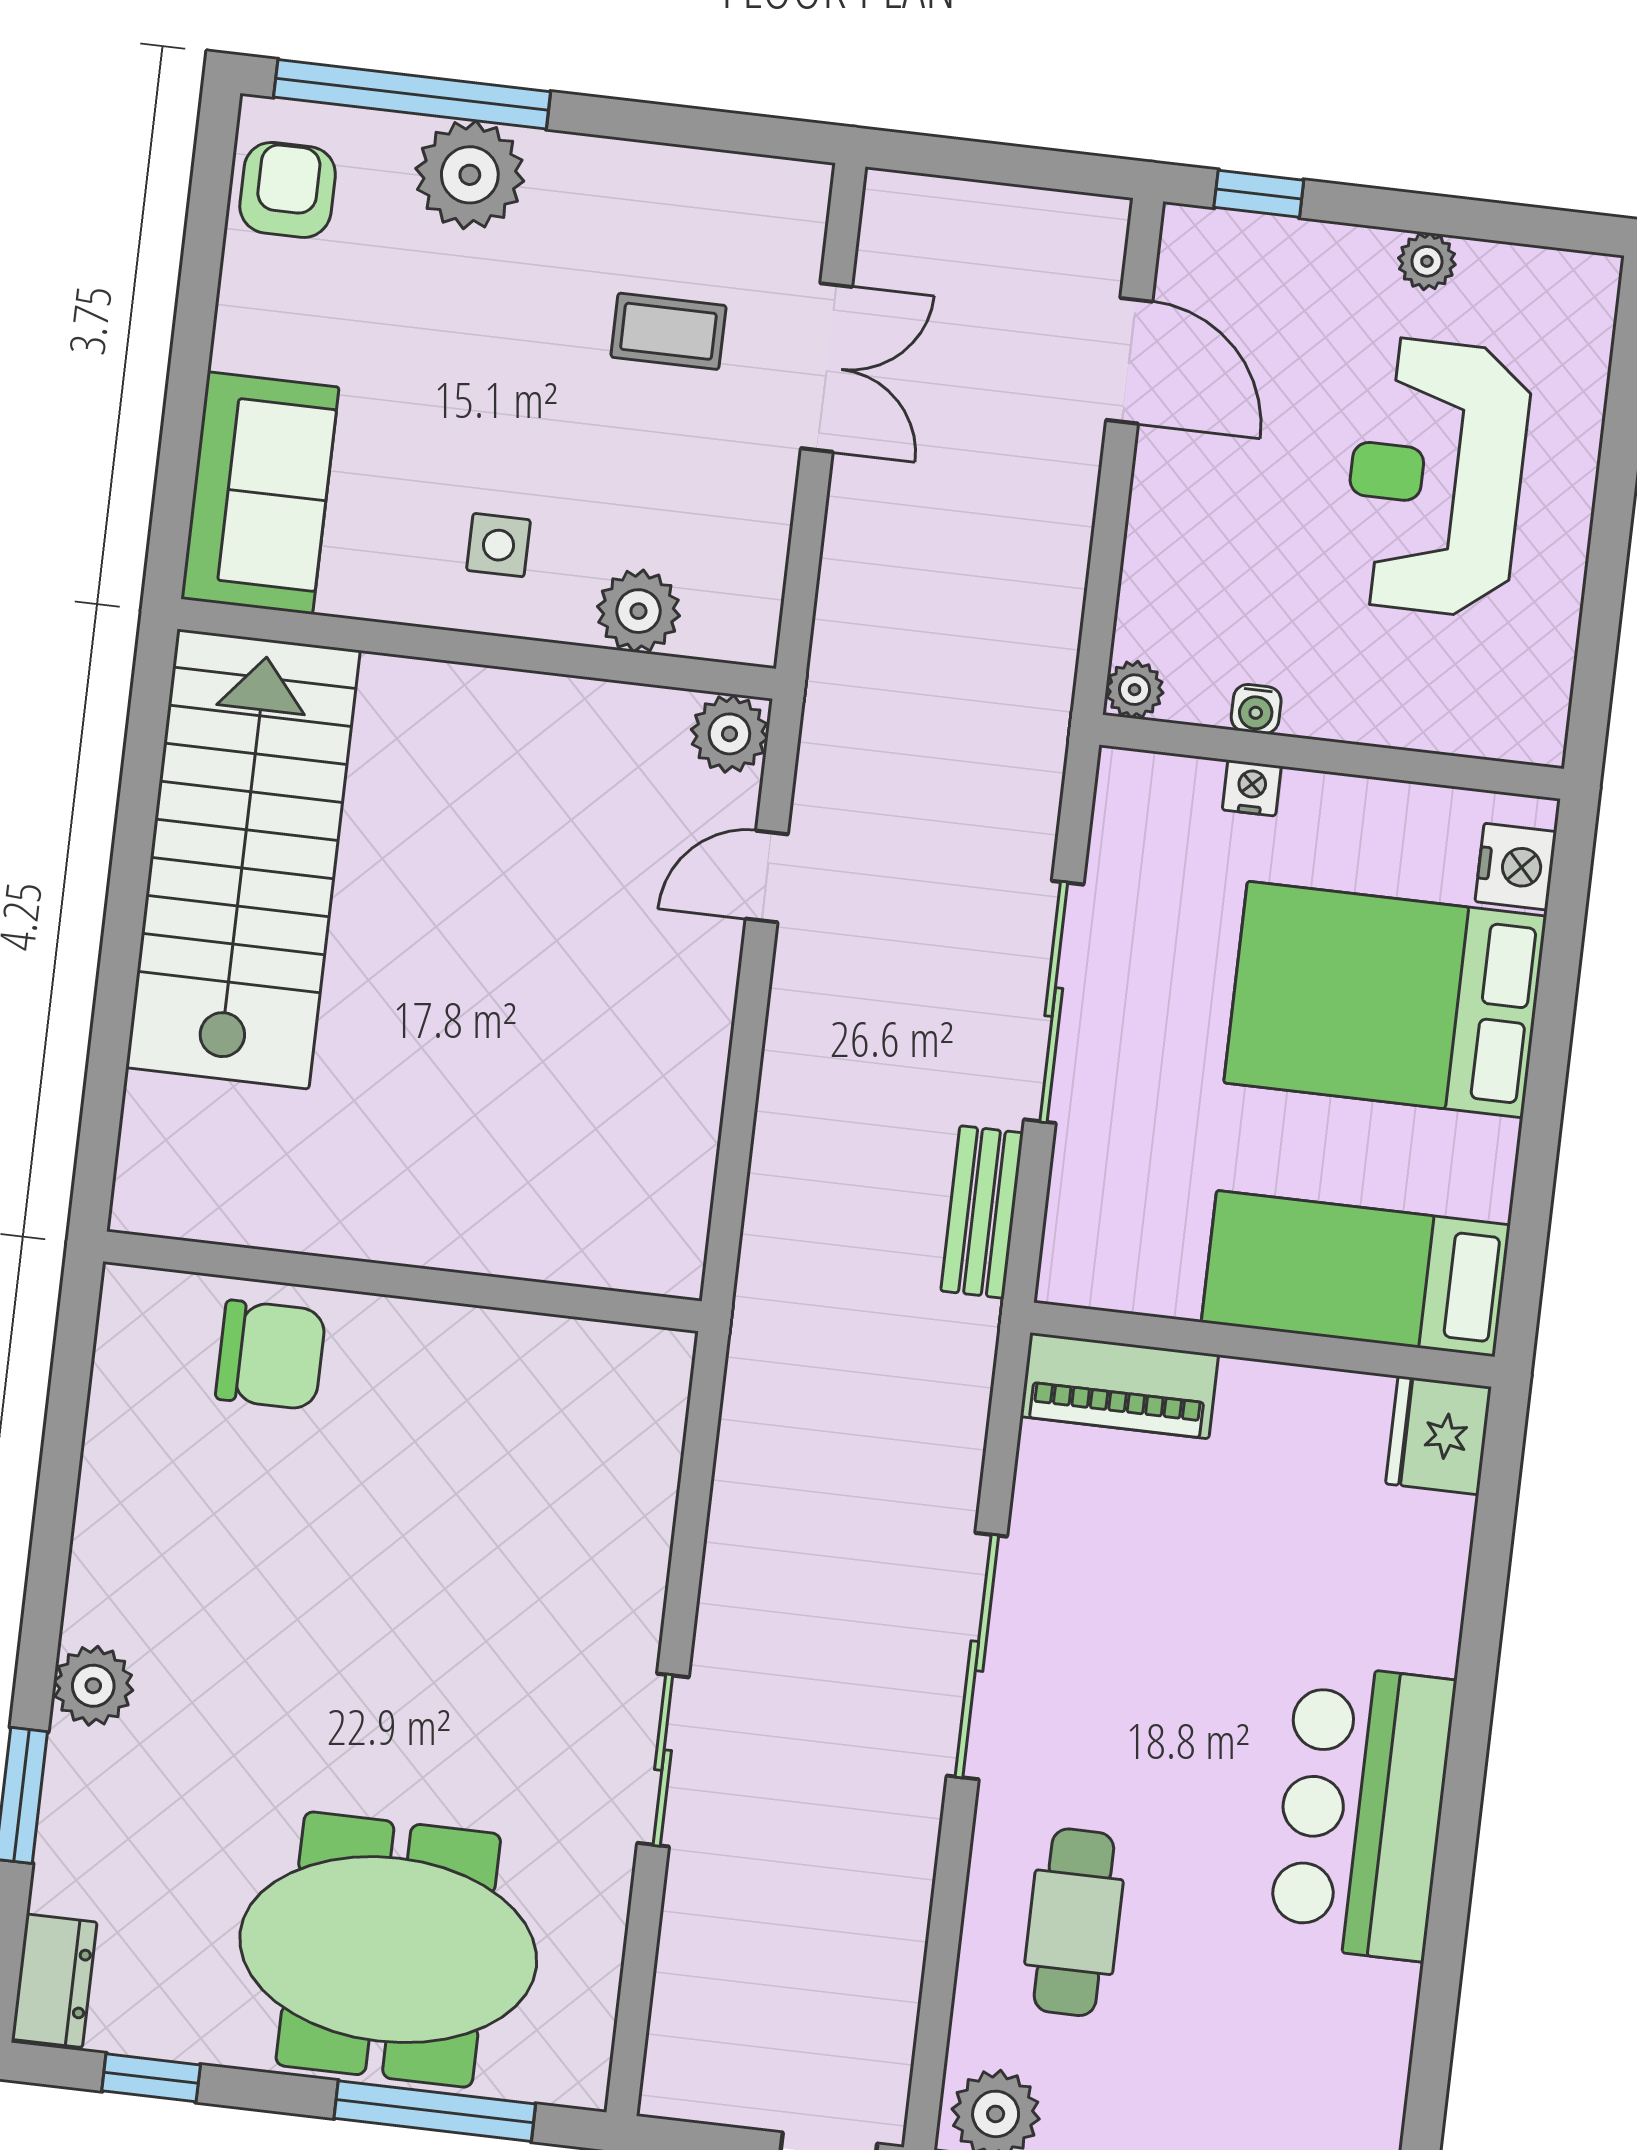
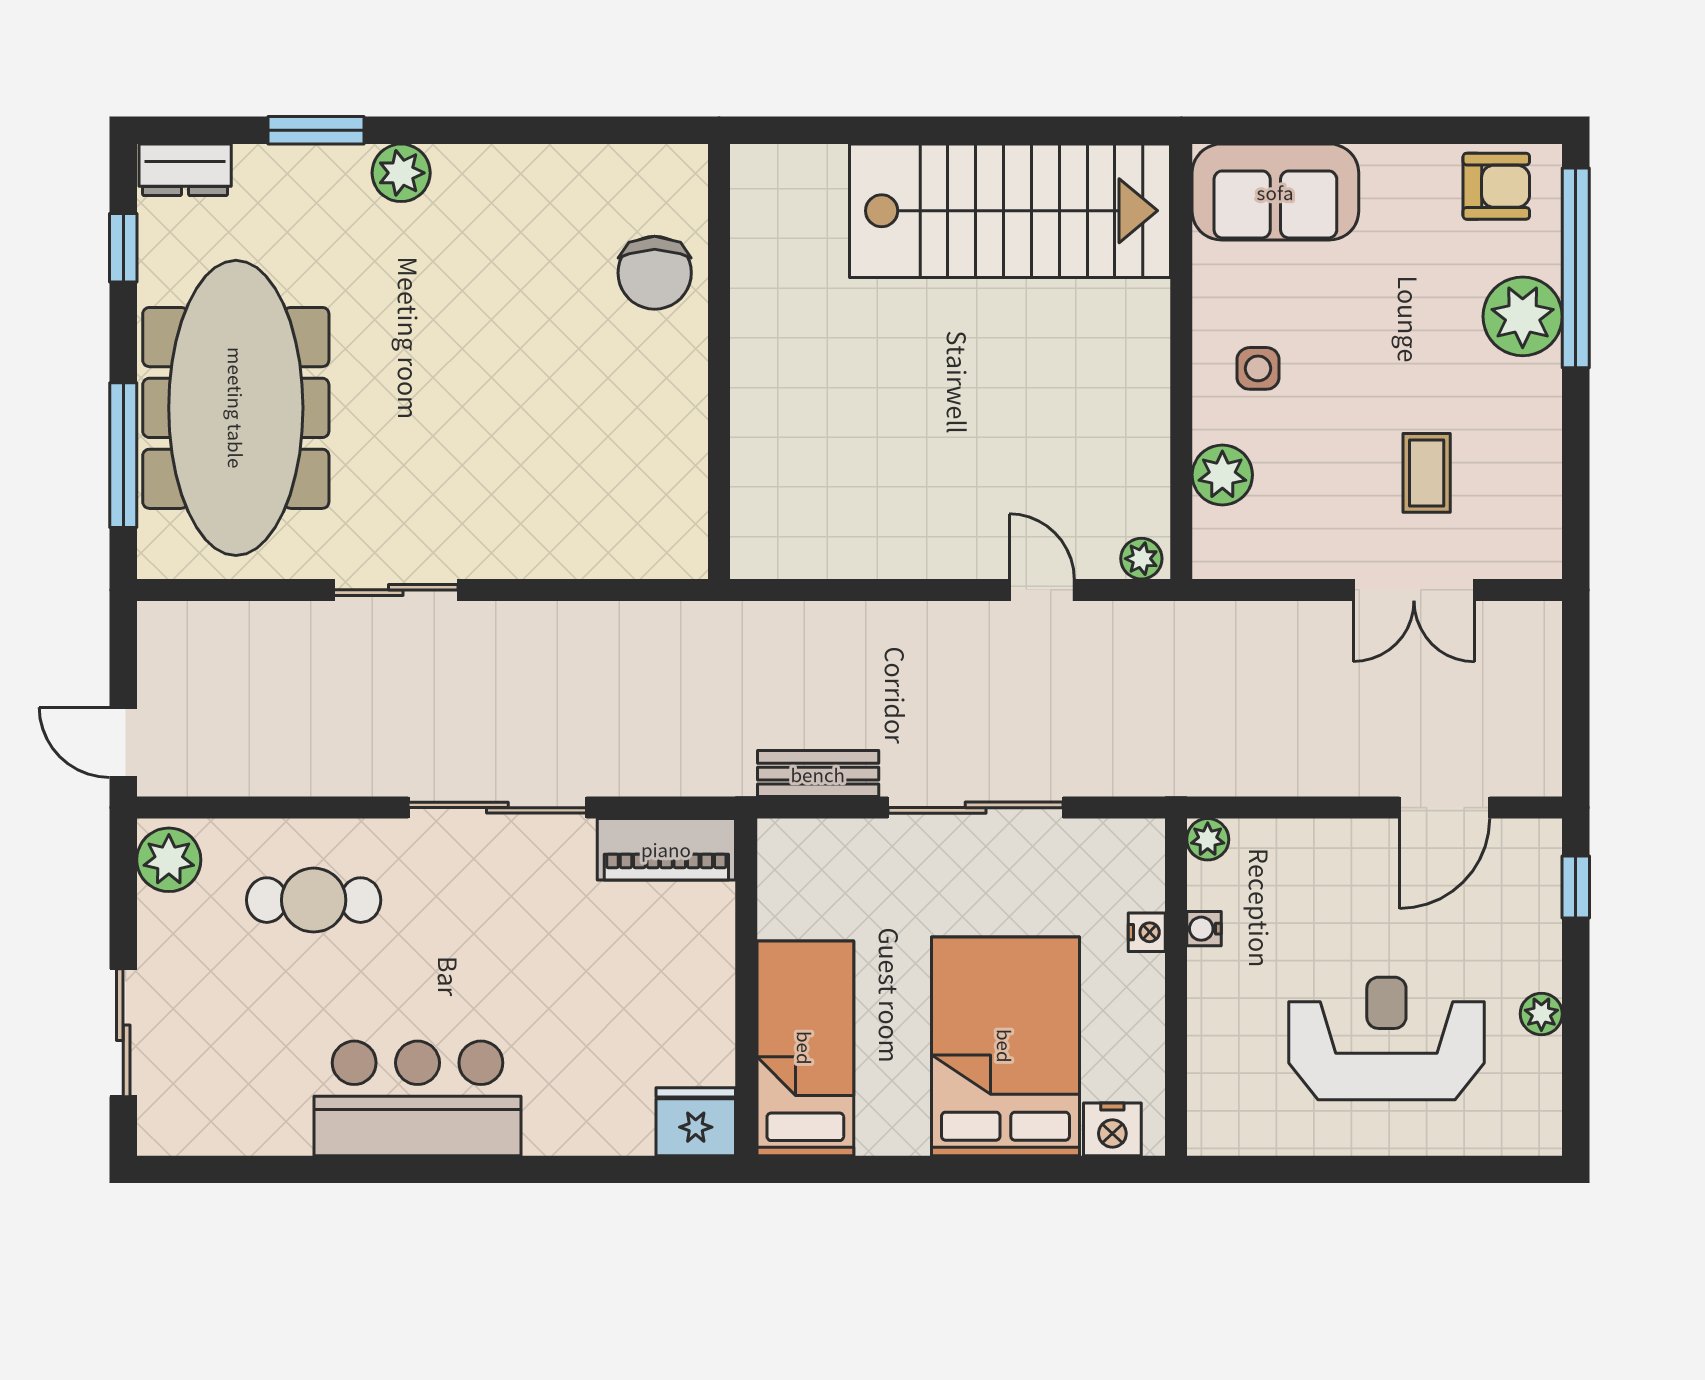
plant: (729, 734) -> (1141, 559), width x0.73, depth x0.73
piano: (1119, 1386) -> (666, 849), moved, turned -90
meeting table: (388, 1950) -> (236, 408), width x1.36

